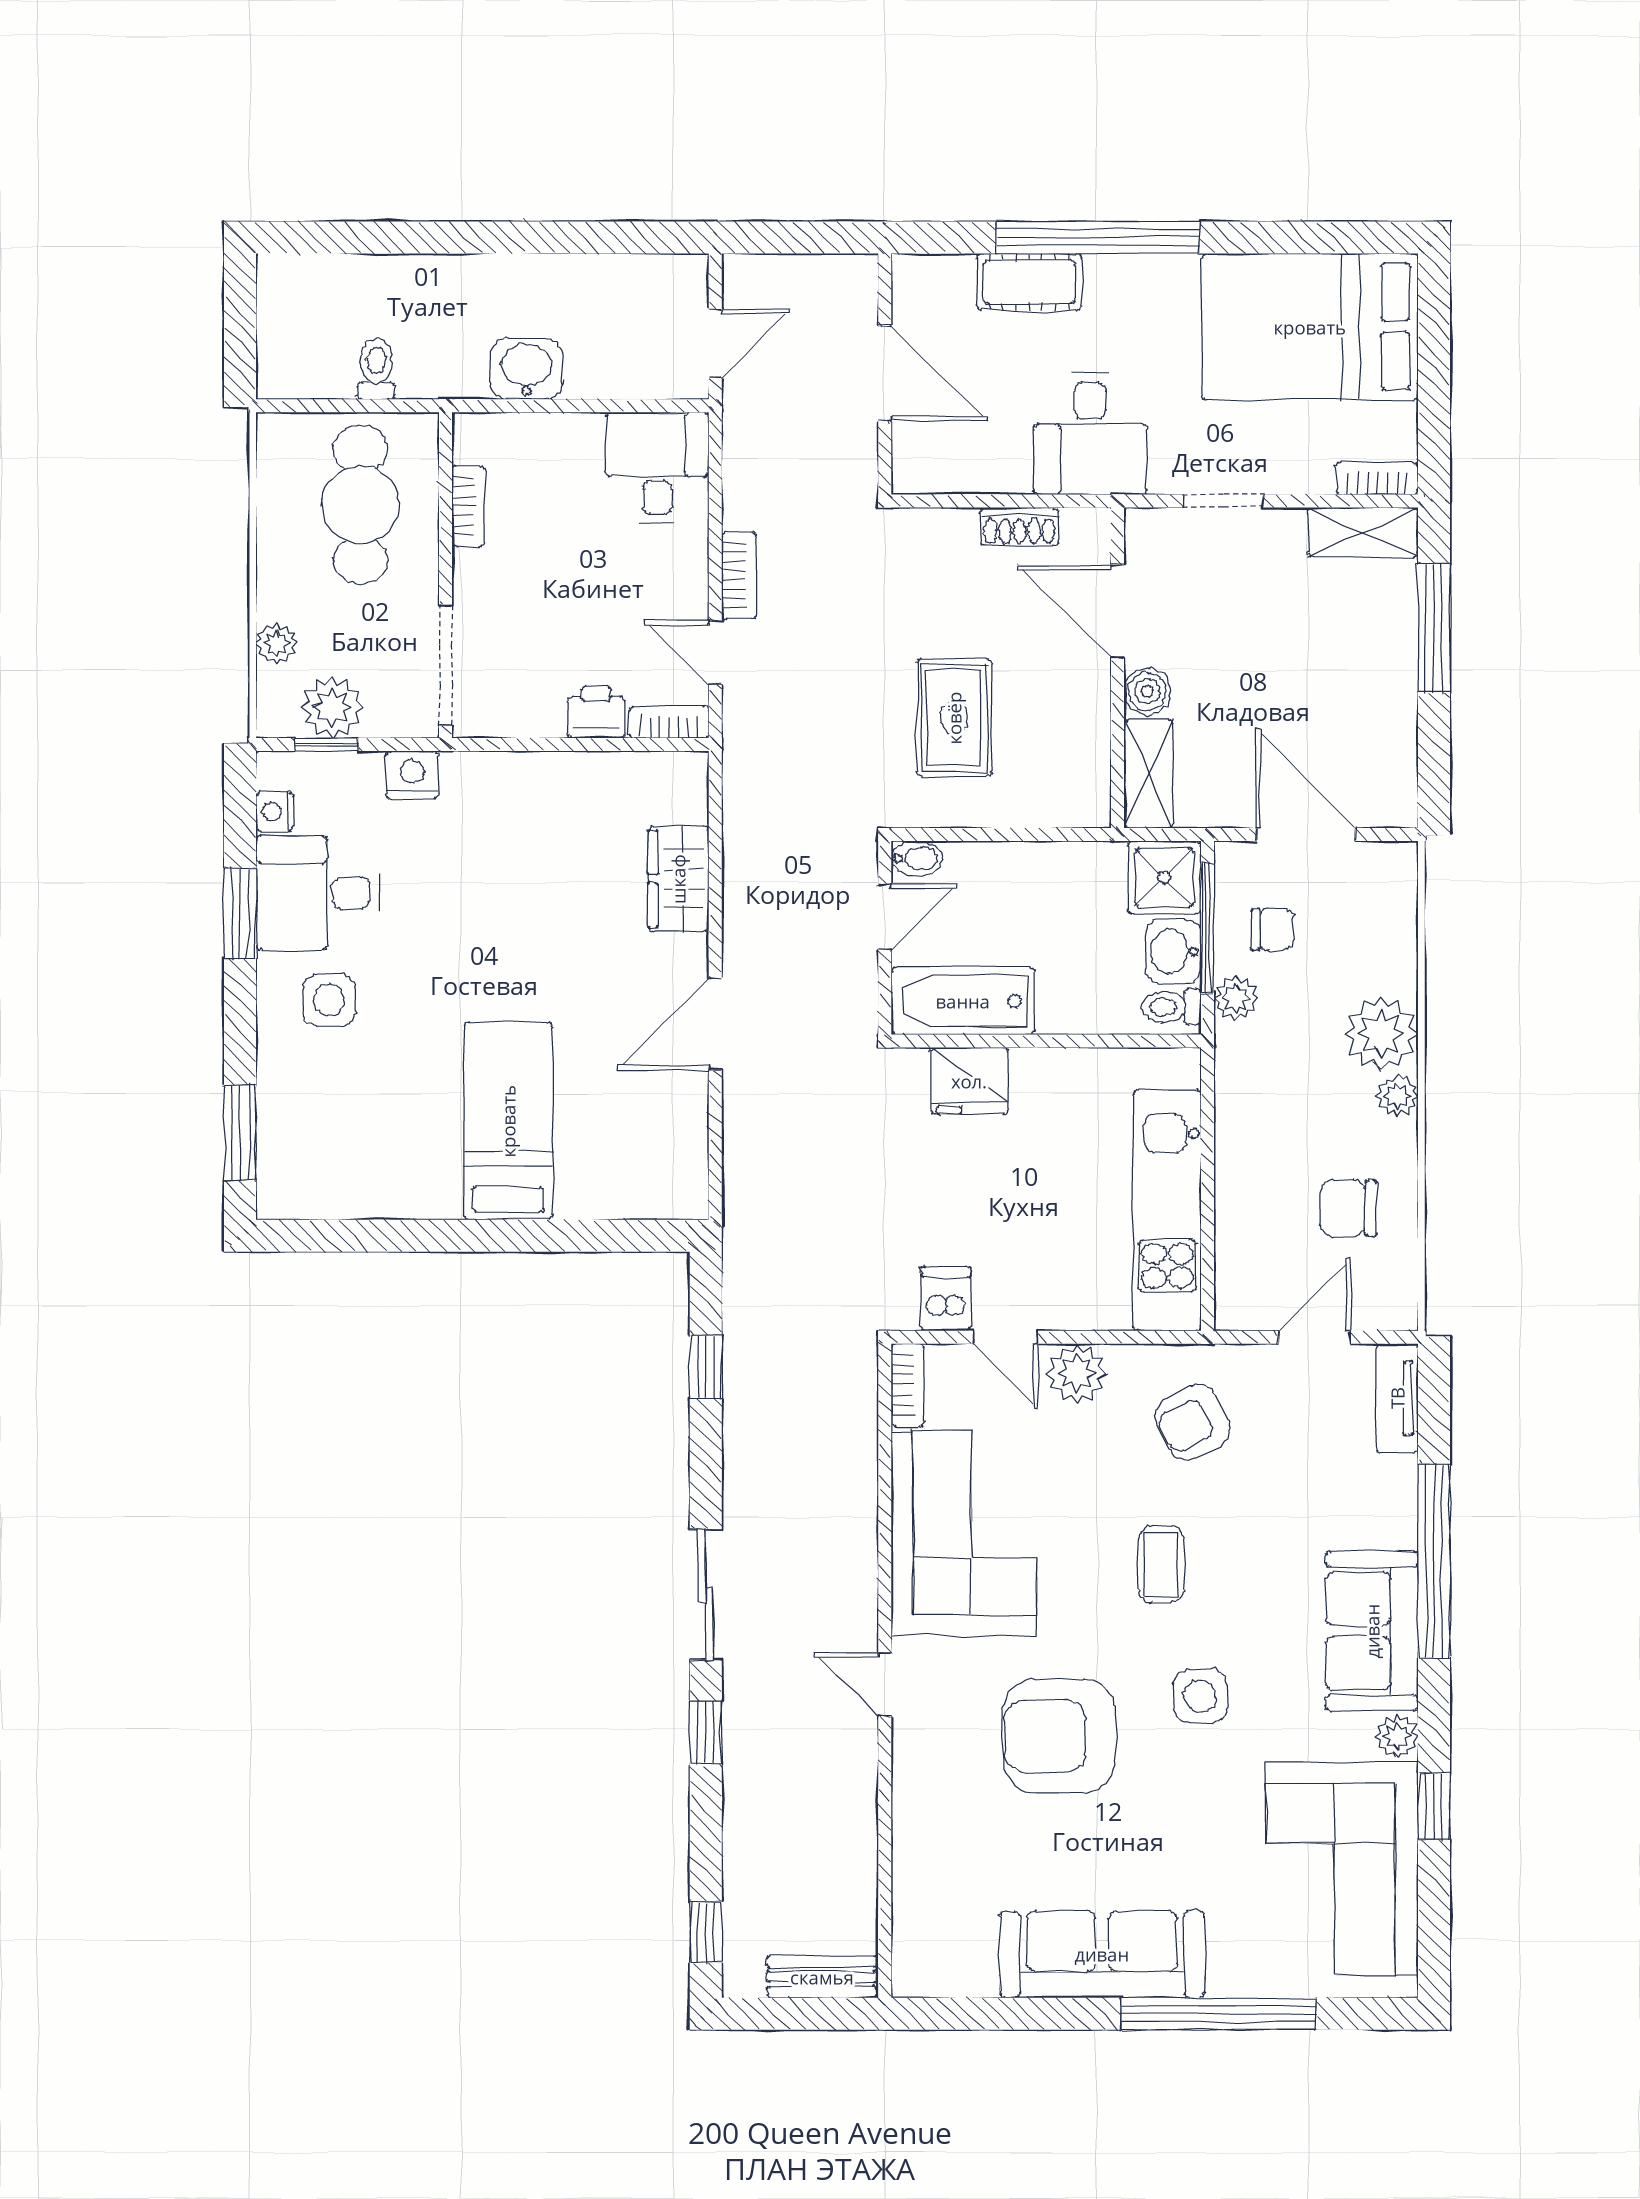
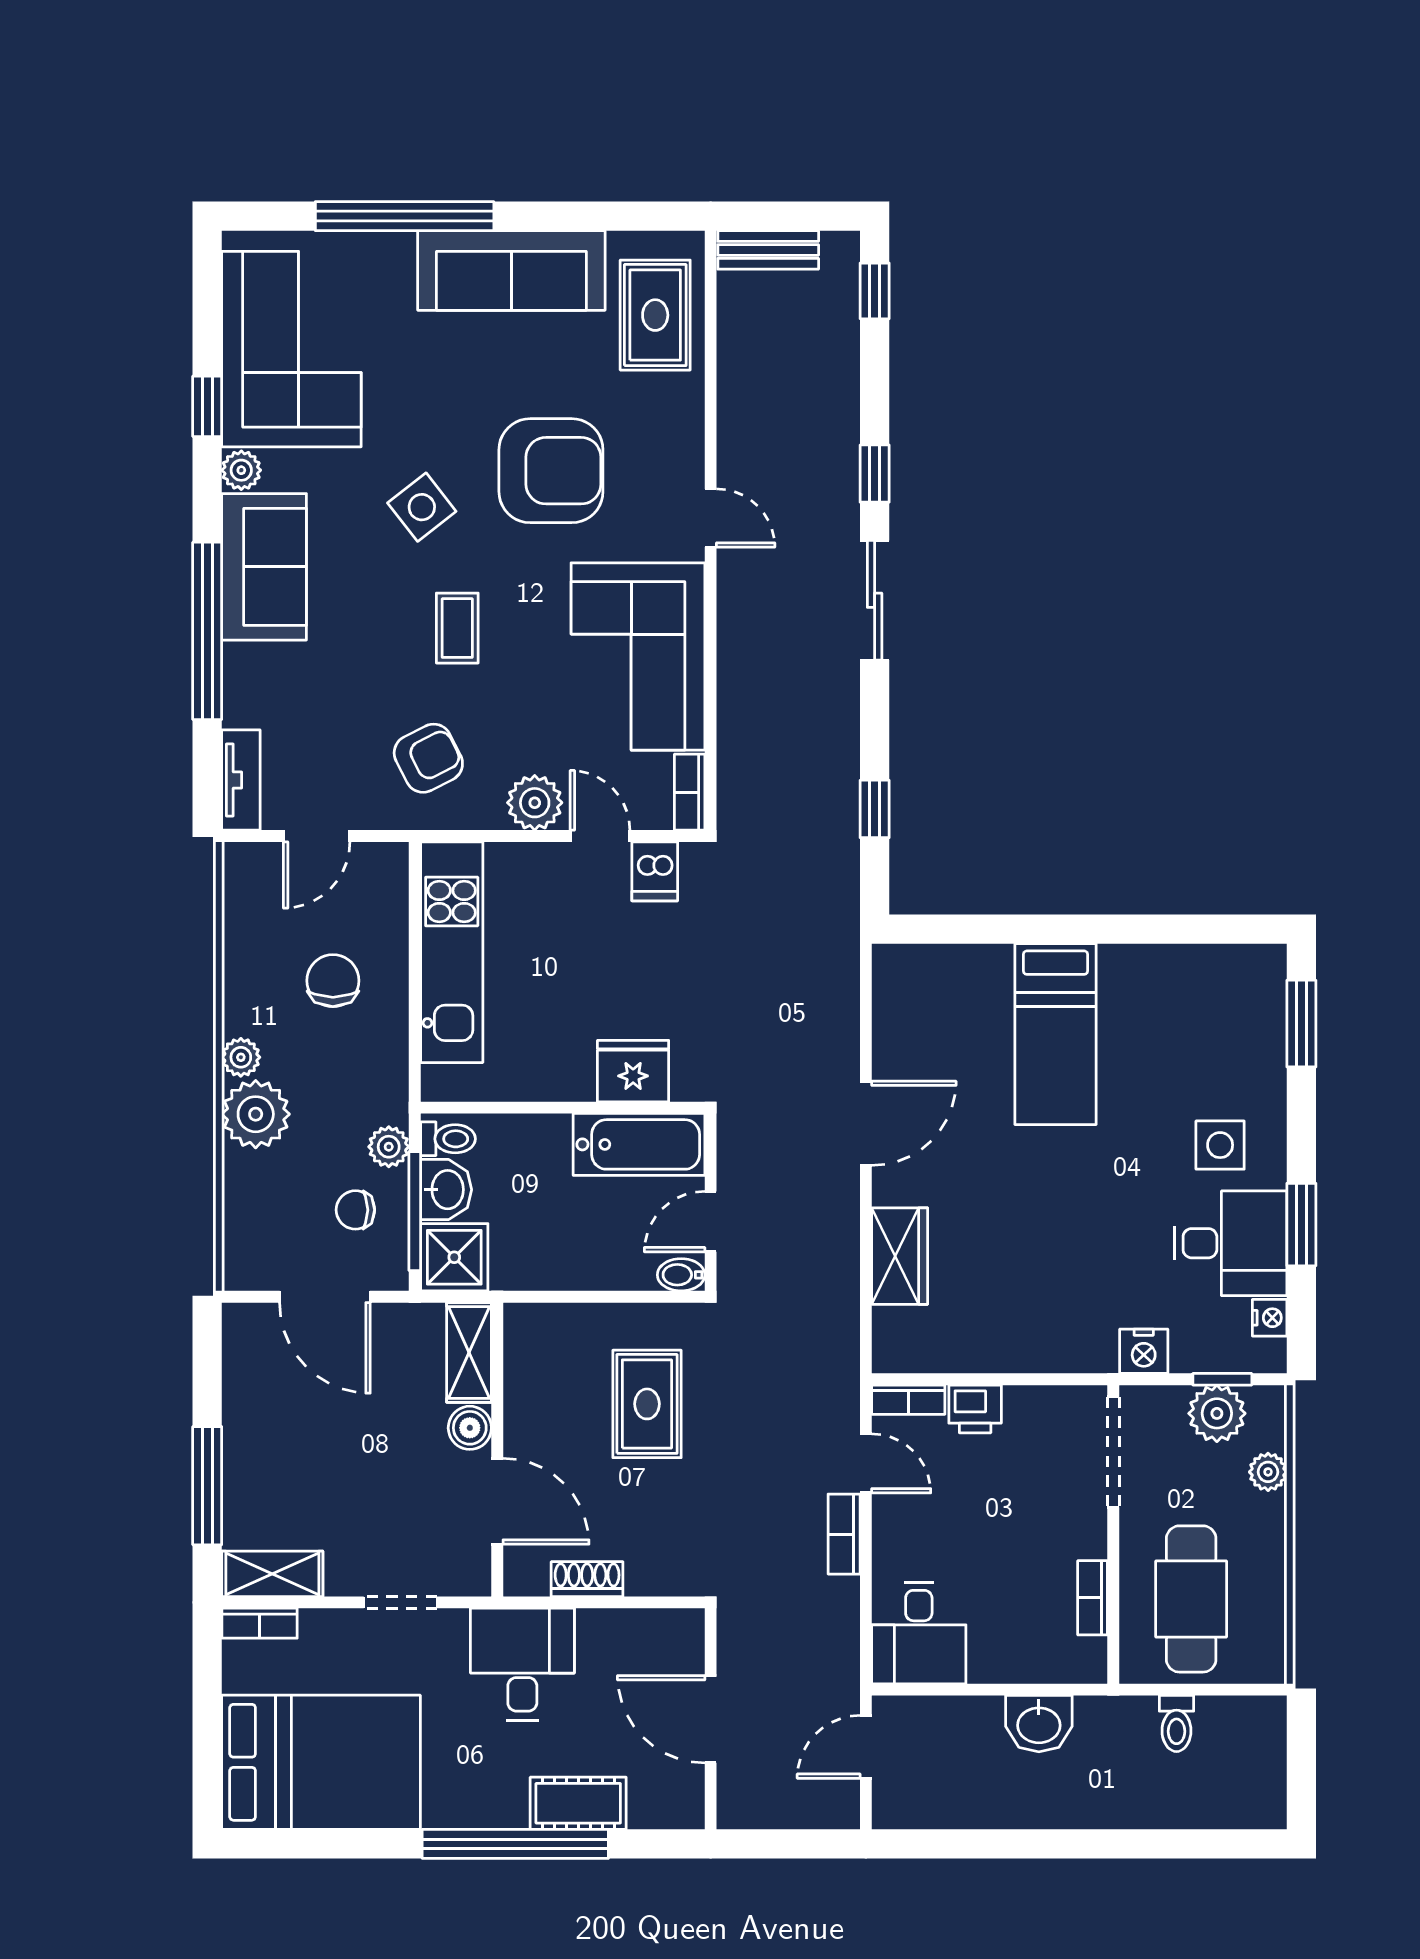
chair: (1348, 1208) -> (333, 981), moved, turned -90
side table: (1200, 1696) -> (422, 507), turned -38
rug: (945, 1906) -> (655, 315), added

